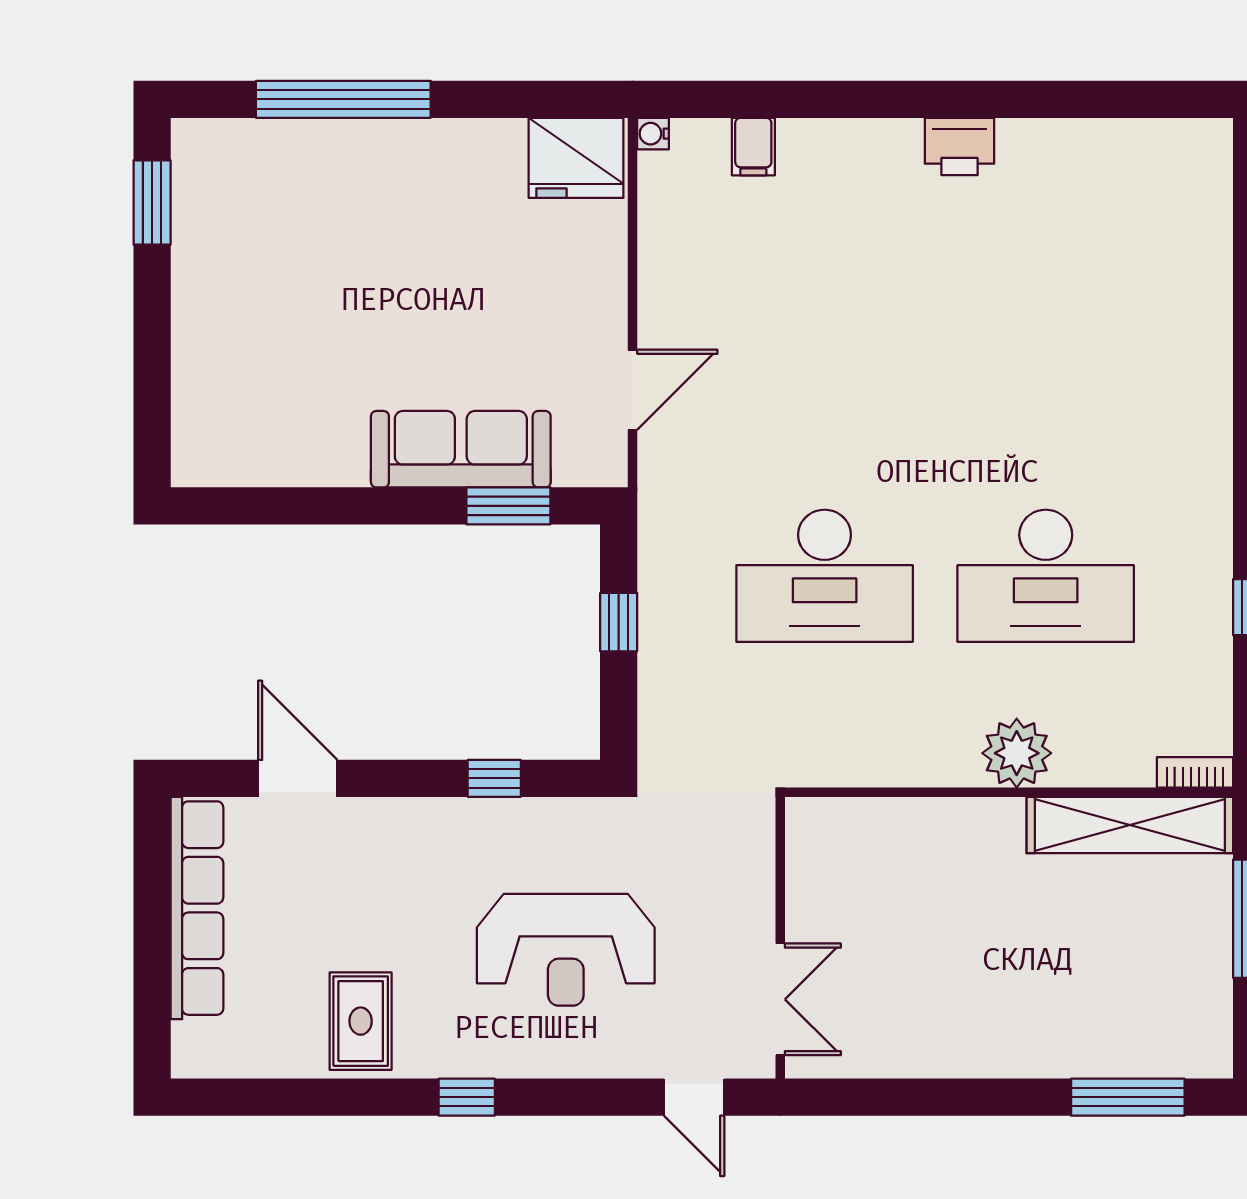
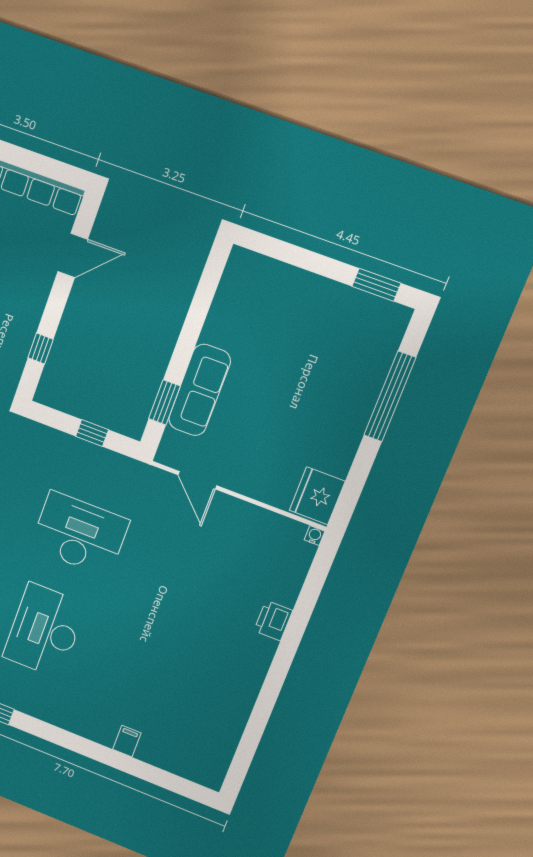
printer: (959, 146) -> (273, 621), moved
filing cabinet: (753, 147) -> (127, 741), moved, turned 90
desk: (825, 576) -> (80, 534), turned 90

